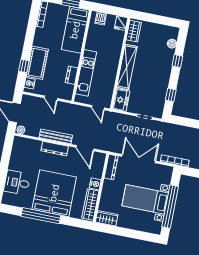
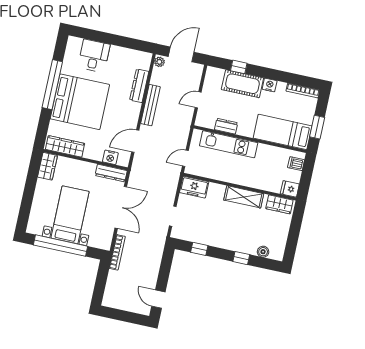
shelving: (127, 67) -> (244, 197), width x0.68
nightstand: (29, 83) -> (270, 85), moved
dresser: (55, 149) -> (139, 86), moved
nightstand: (95, 184) -> (110, 157), moved

